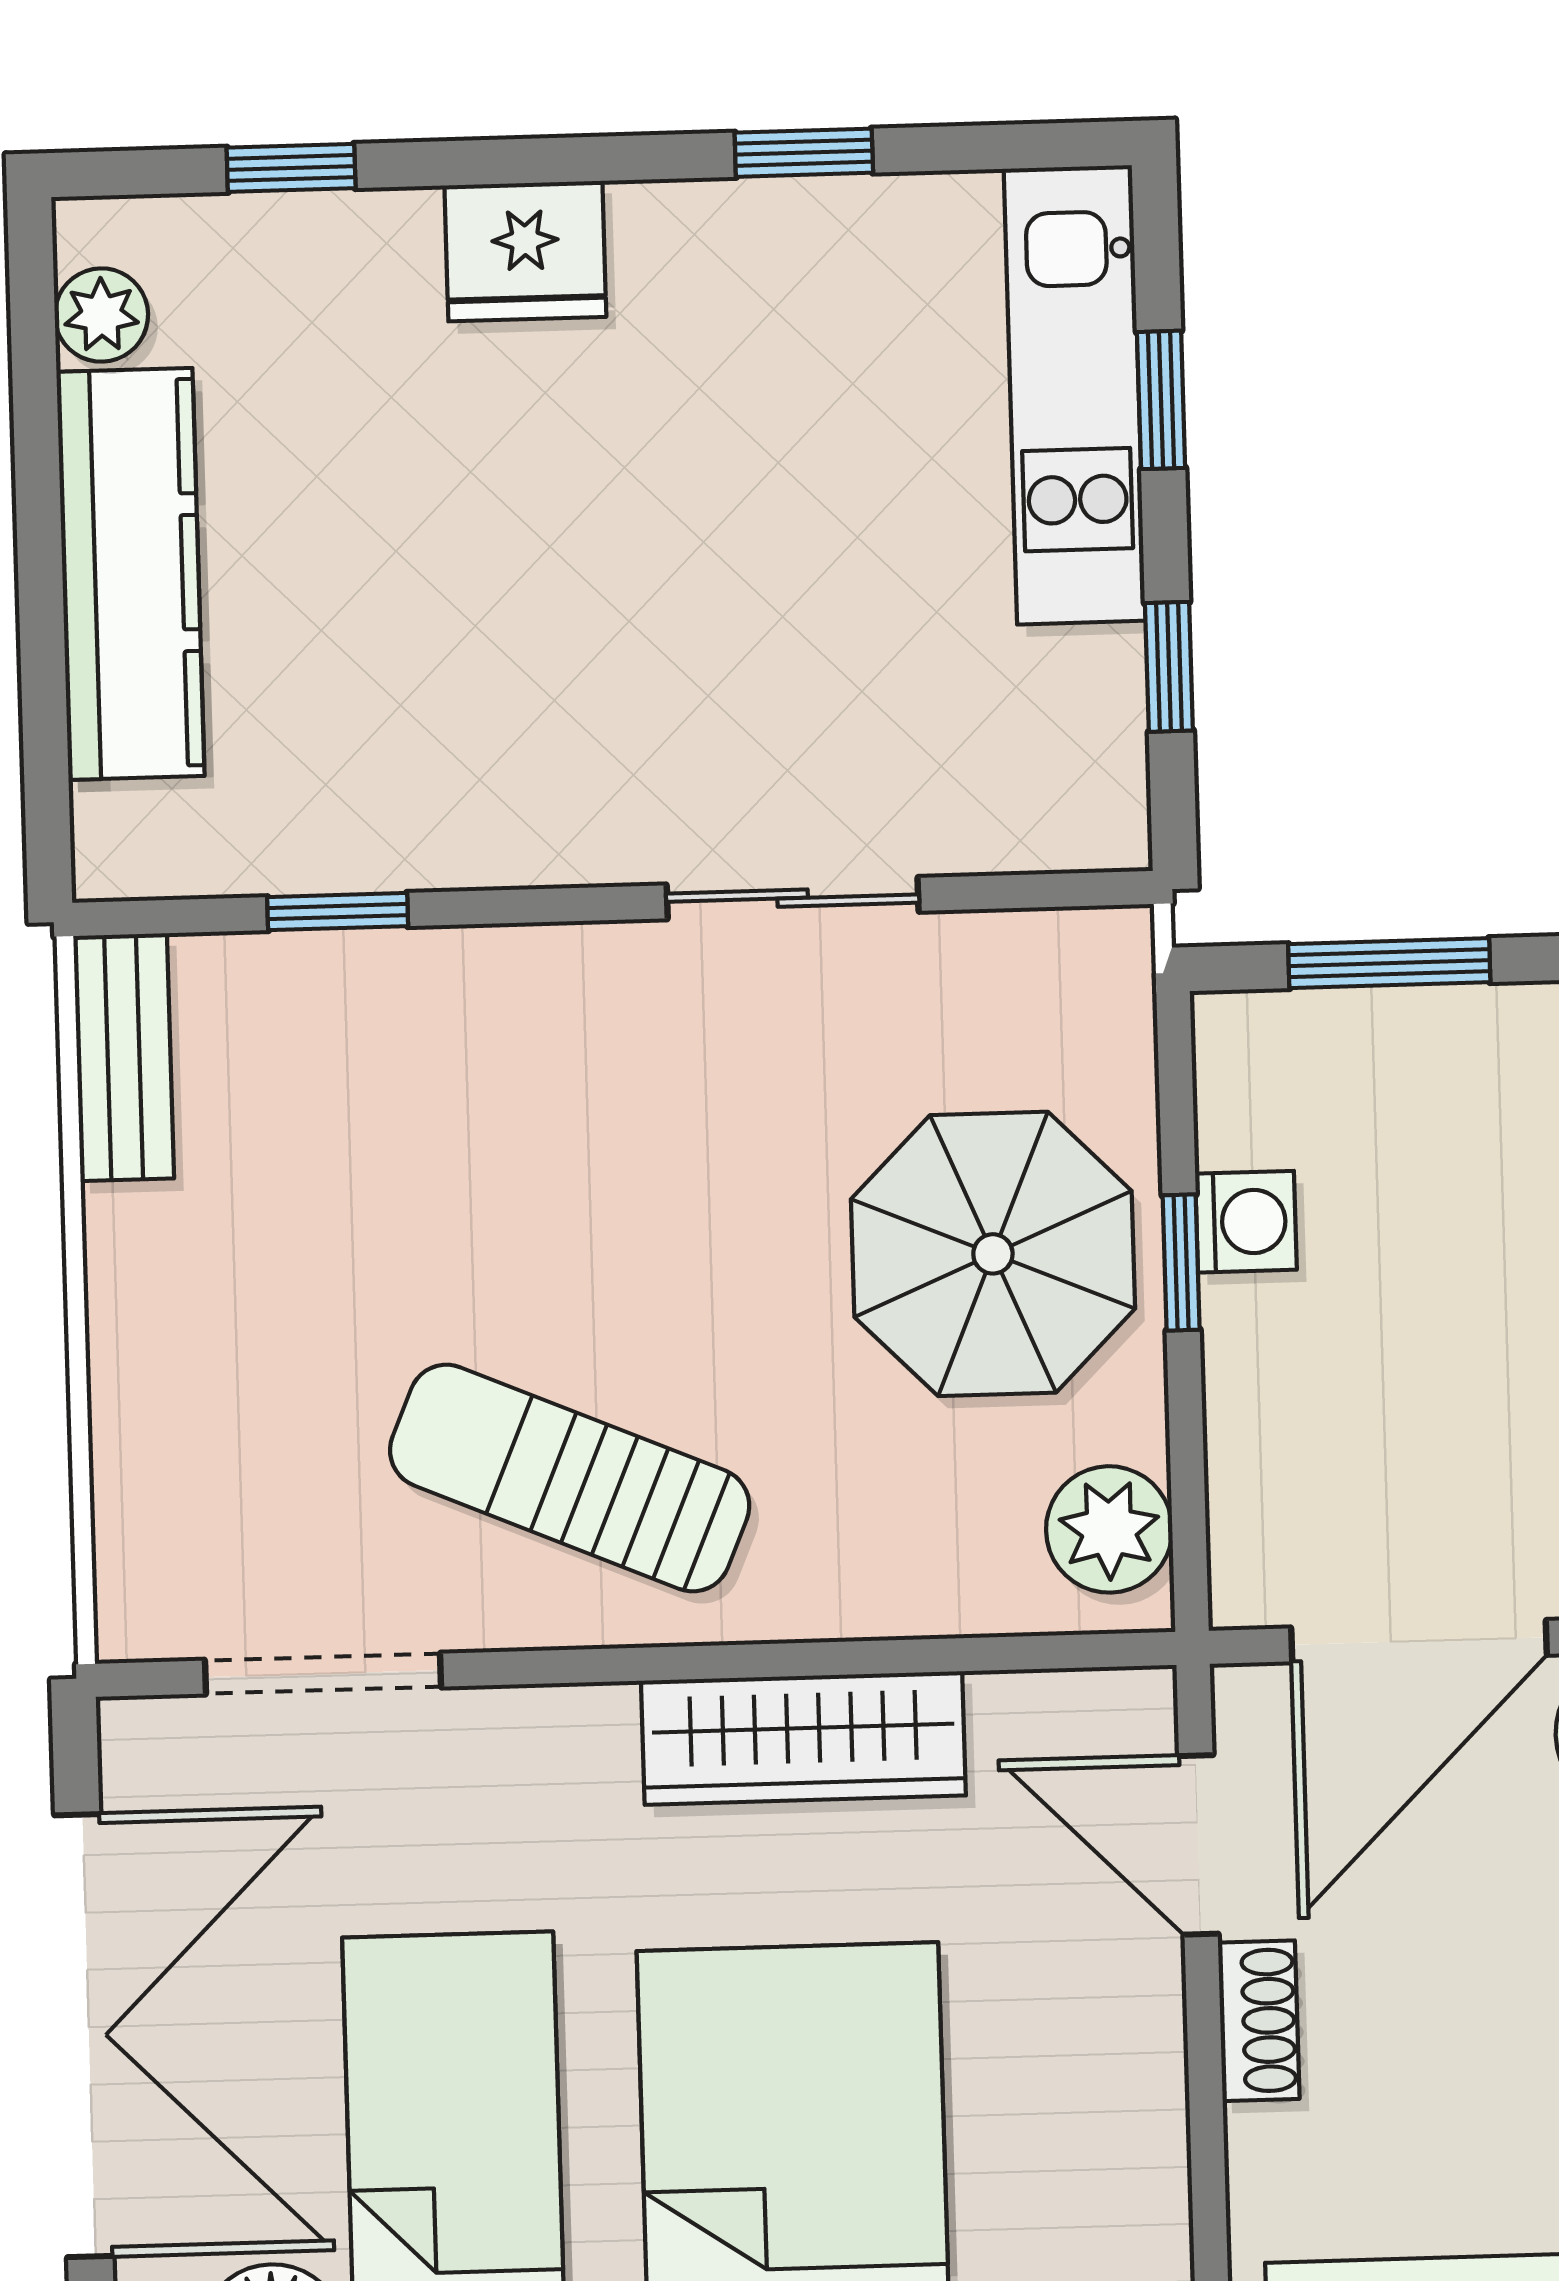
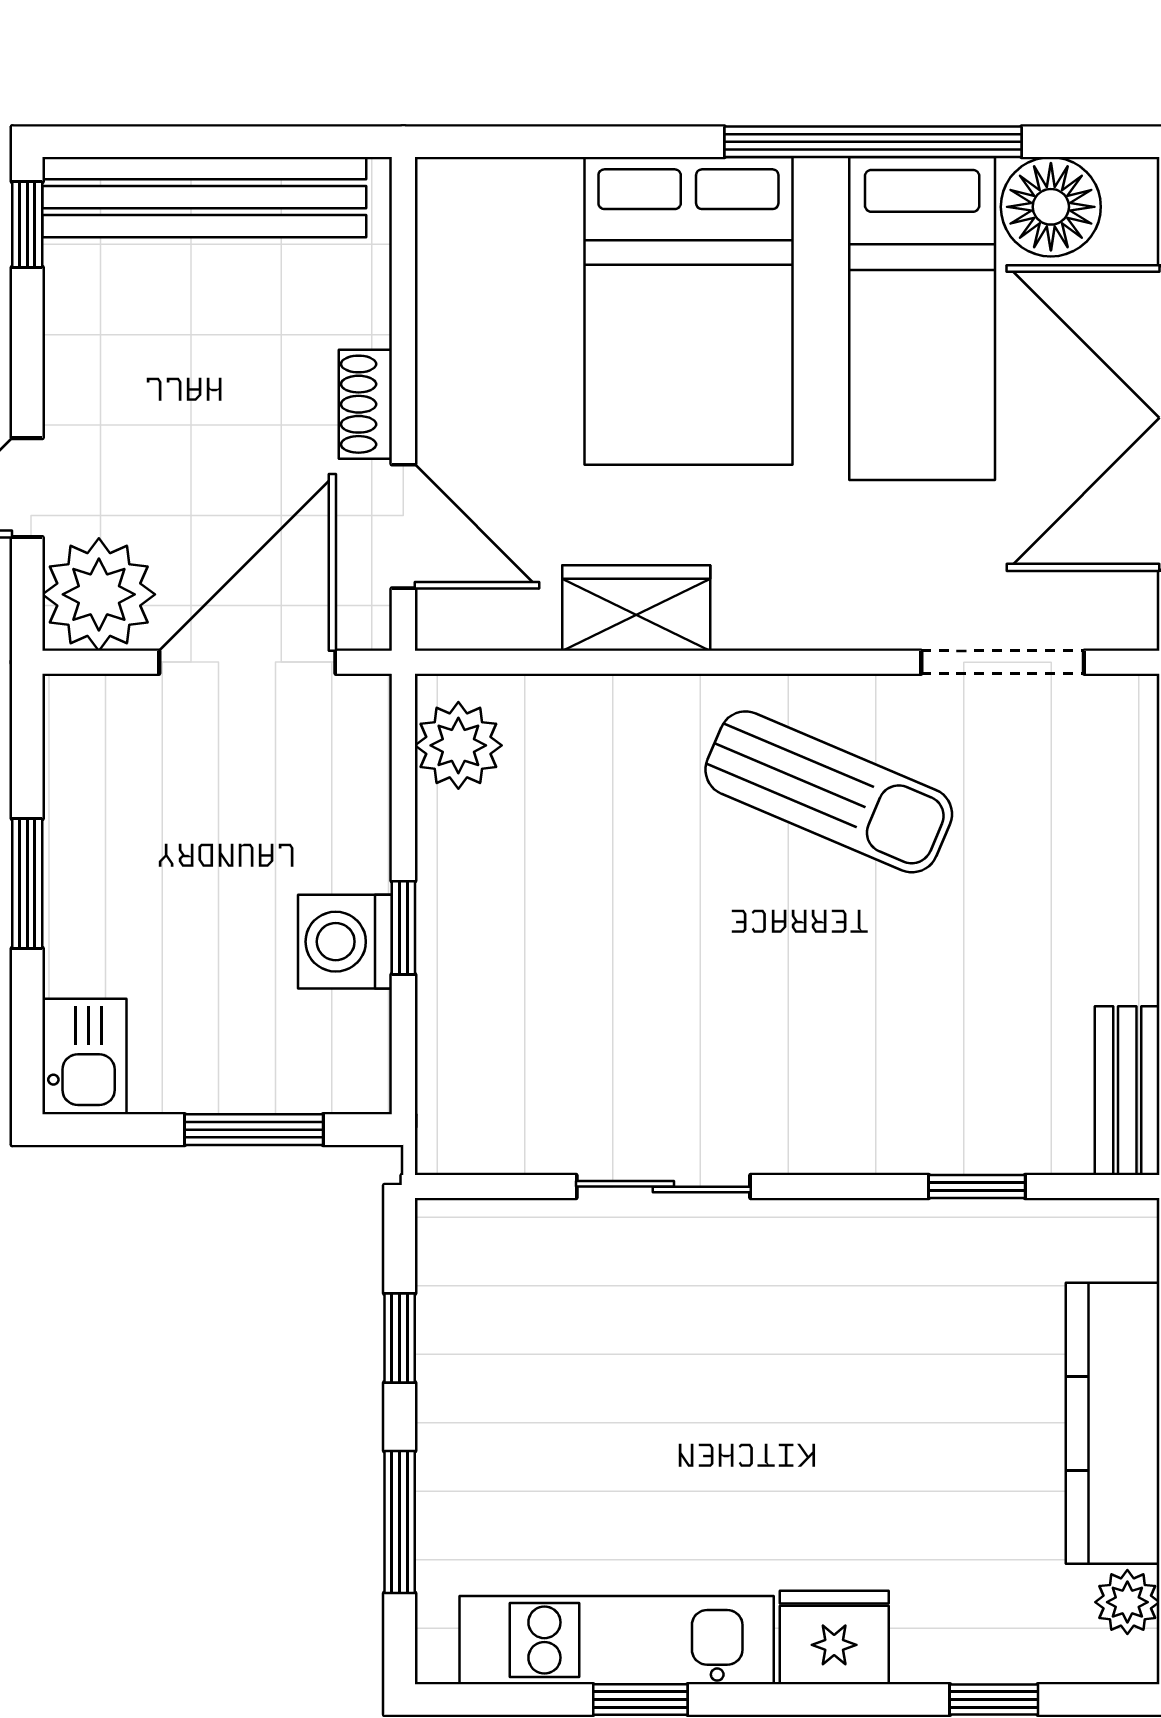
kitchen unit: (1075, 395) -> (617, 1640), moved, turned -90
window: (1161, 400) -> (400, 1522), width x1.50
washing machine: (1246, 1222) -> (345, 942), width x1.38, depth x1.38
parasol: (993, 1254) -> (533, 937), removed
wardrobe: (803, 1738) -> (636, 608), width x0.67

